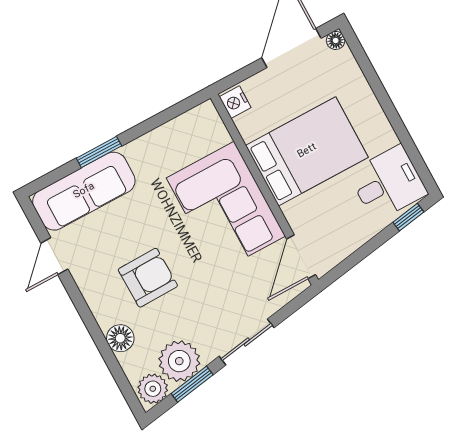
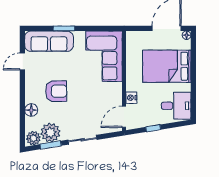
nightstand: (235, 102) -> (131, 98), moved
bed: (307, 151) -> (167, 66), moved, turned 180
corner sofa: (226, 207) -> (104, 56), moved
window: (408, 217) -> (153, 128), moved

